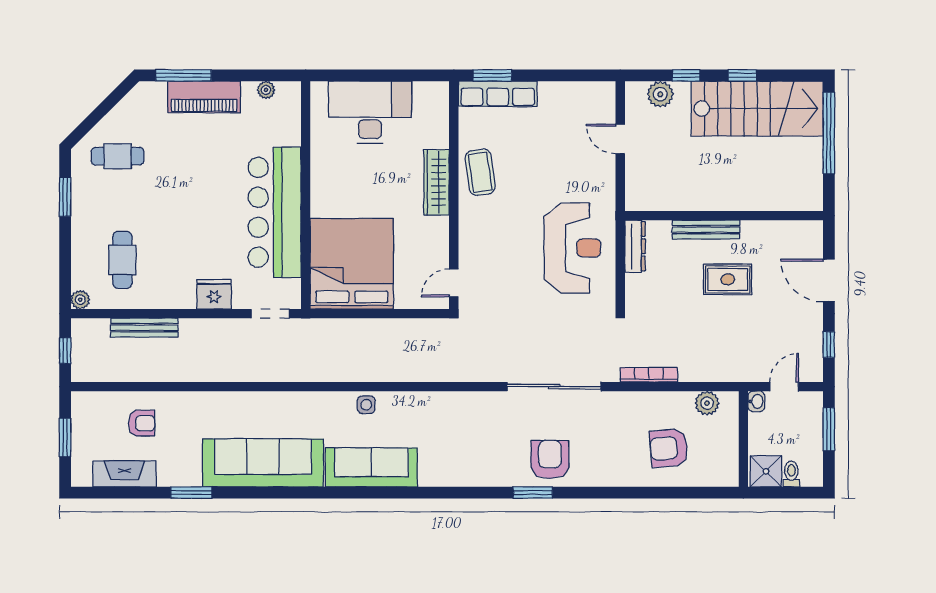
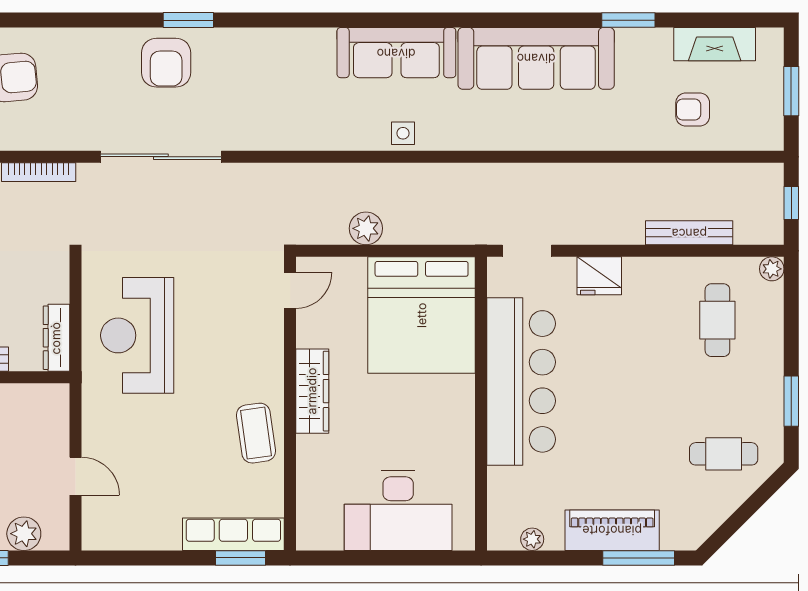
wardrobe: (437, 182) -> (312, 391), moved
plant: (395, 331) -> (366, 228), added

